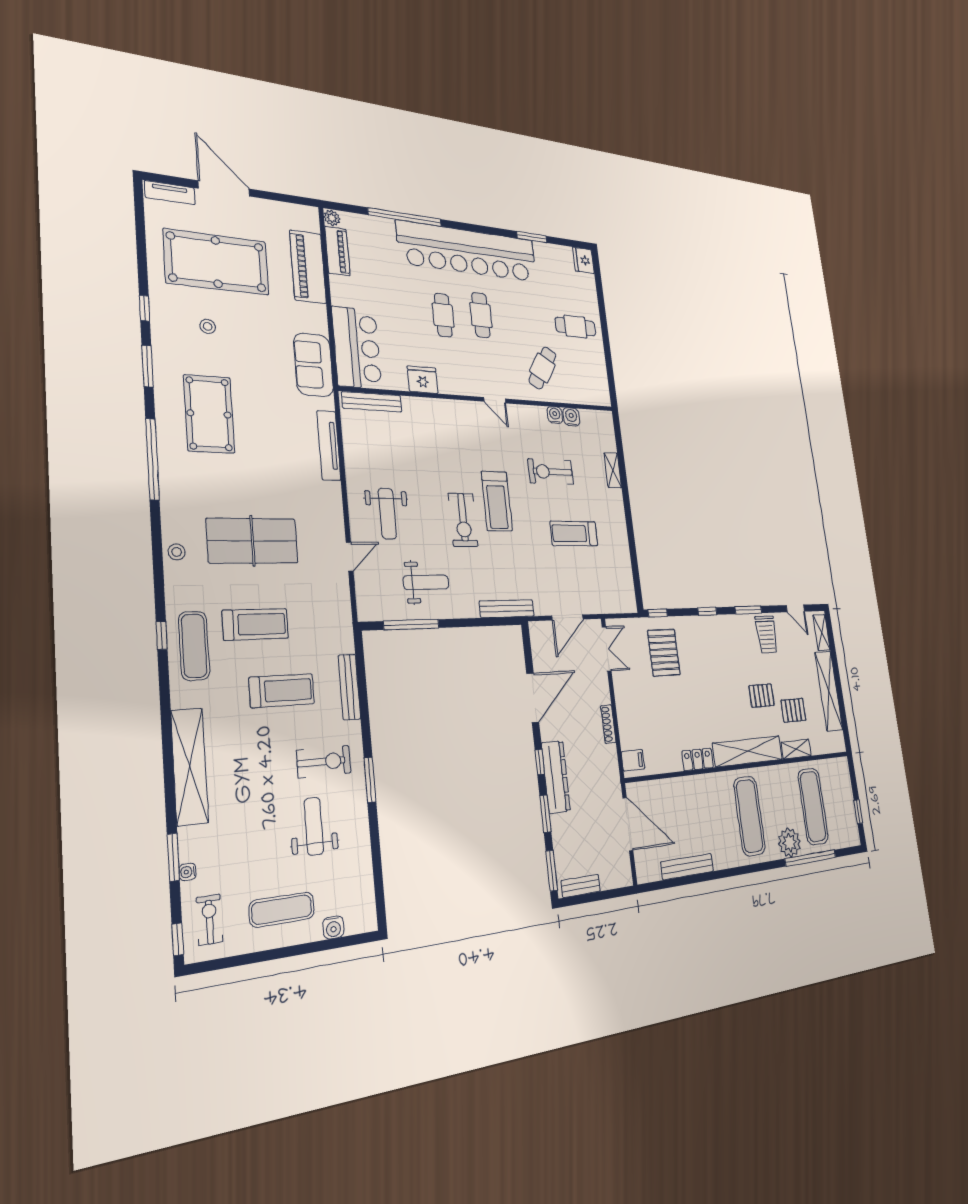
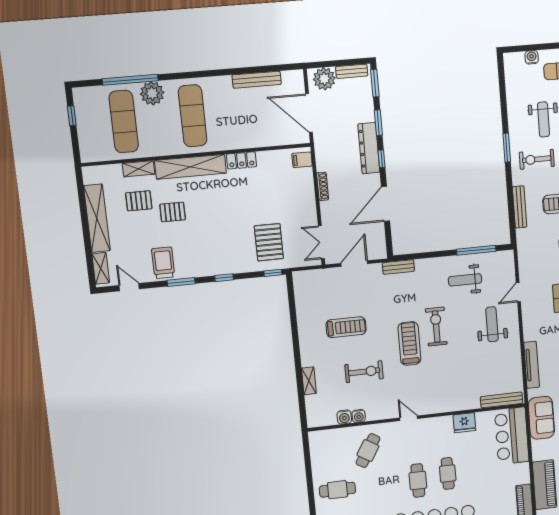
bench: (507, 609) -> (398, 267), width x0.73
plant: (613, 873) -> (324, 79), added

